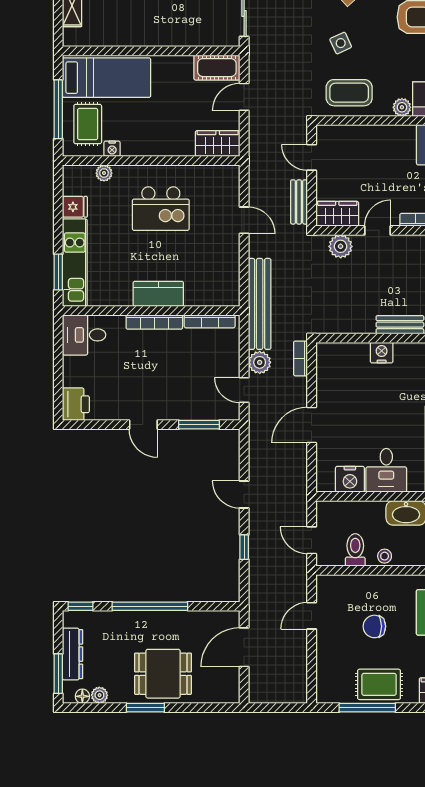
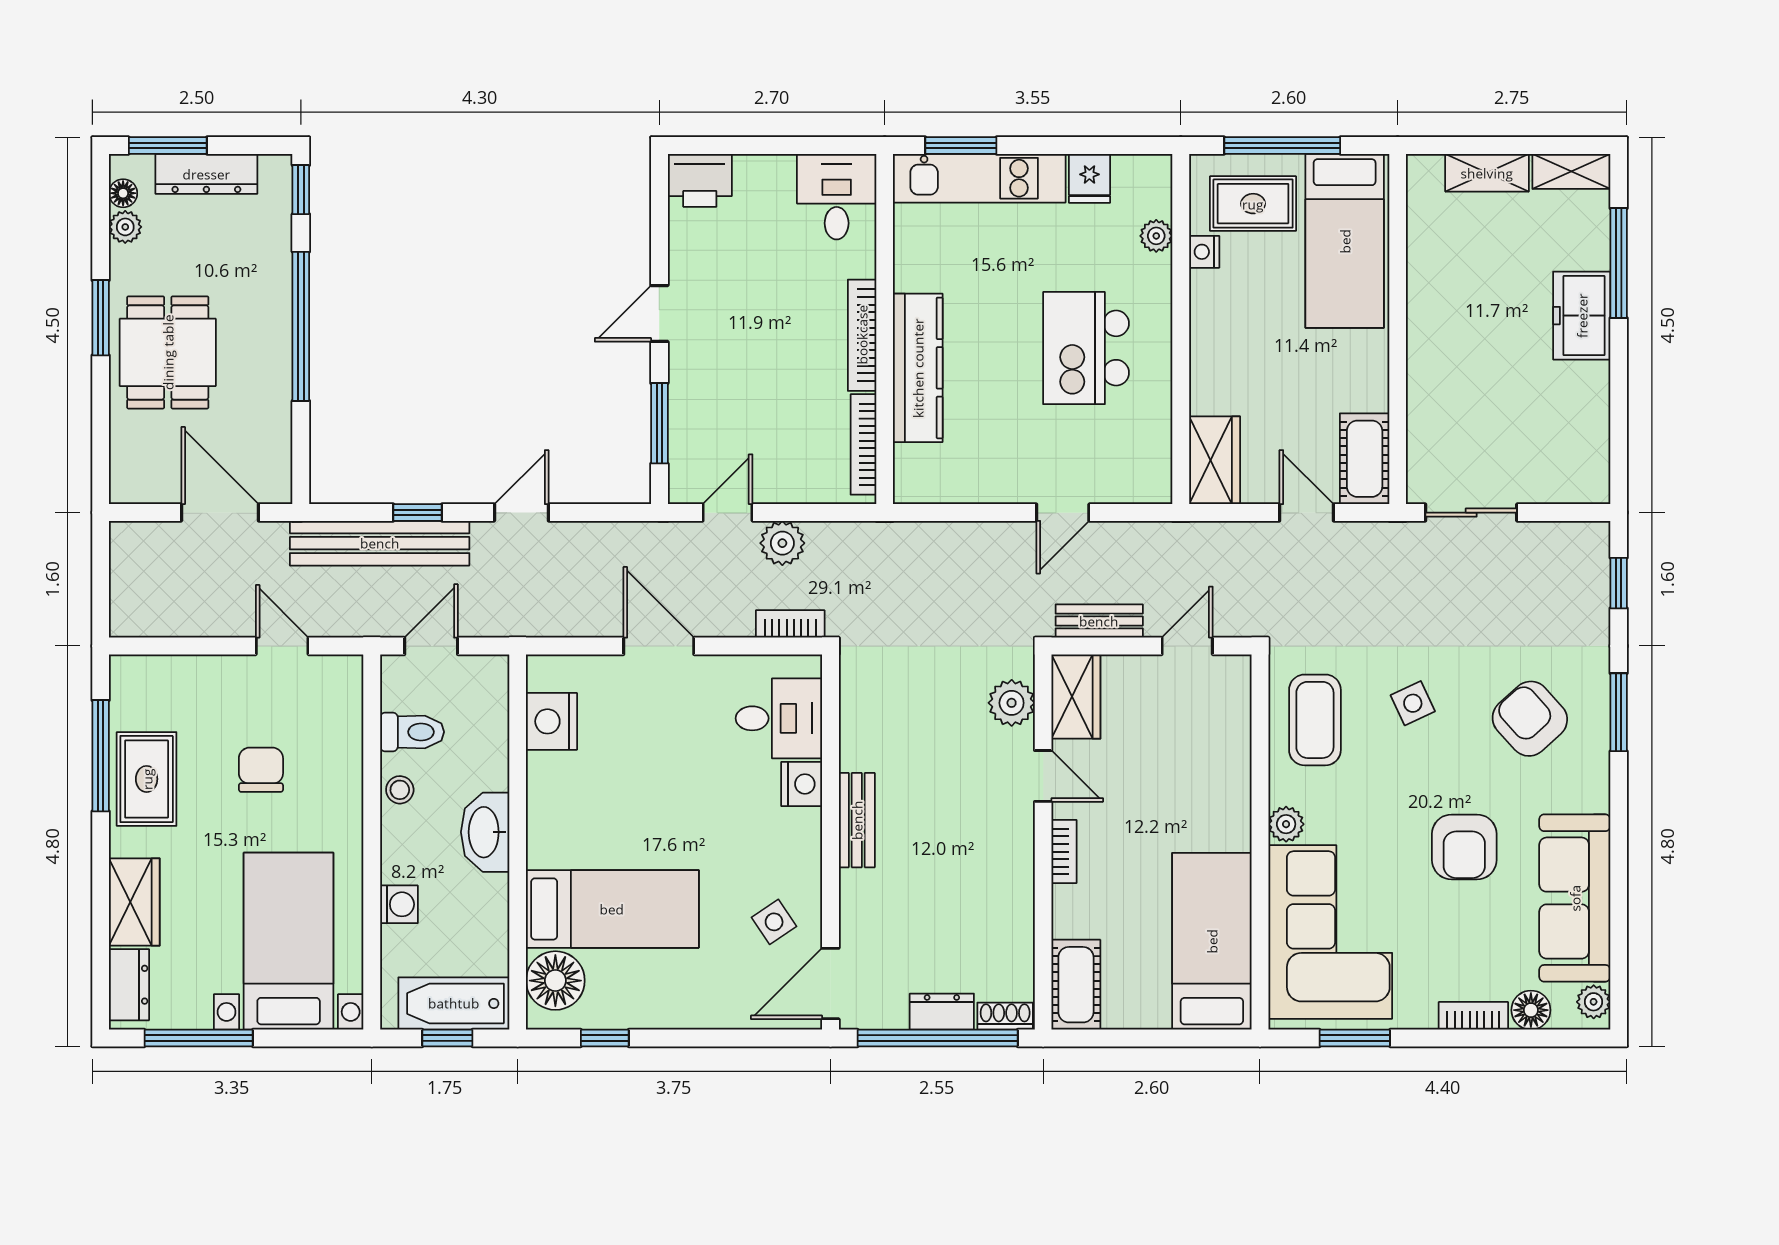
kitchen counter: (158, 294) -> (918, 368), width x1.50
bench: (260, 304) -> (380, 543), moved
desk: (386, 470) -> (779, 718), moved, turned 180

